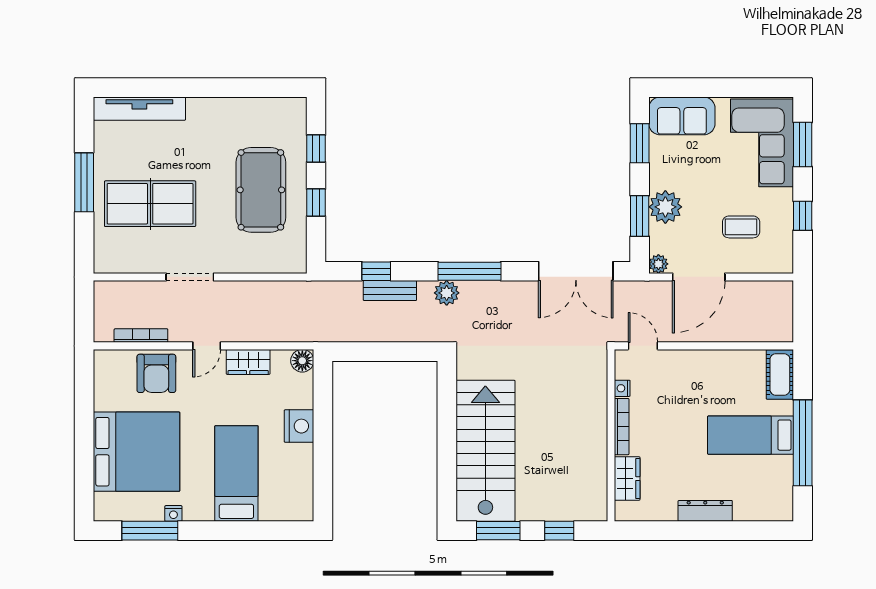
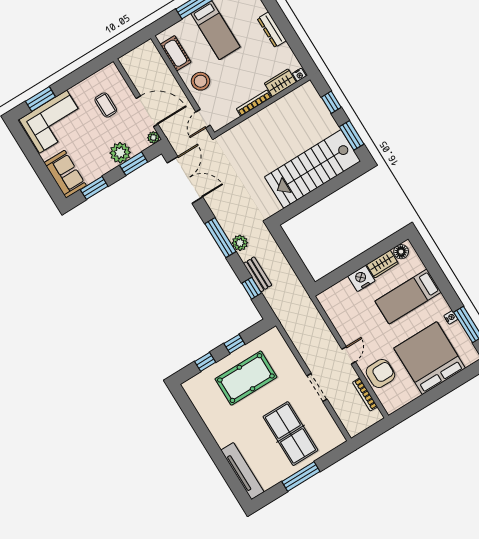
window: (803, 216) -> (79, 75), removed
door: (207, 346) -> (349, 355), hinge flipped
floor lamp: (302, 361) -> (401, 252), moved
wardrobe: (248, 362) -> (382, 264), moved, turned 90
stool: (695, 373) -> (201, 81), added
cot: (780, 374) -> (176, 53), moved, turned 90
nightstand: (622, 388) -> (299, 75), moved

